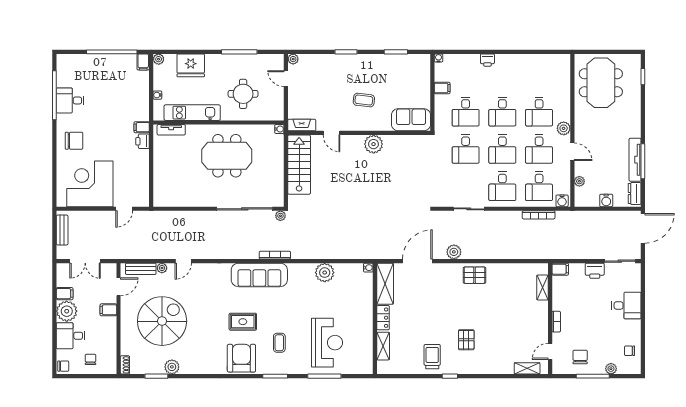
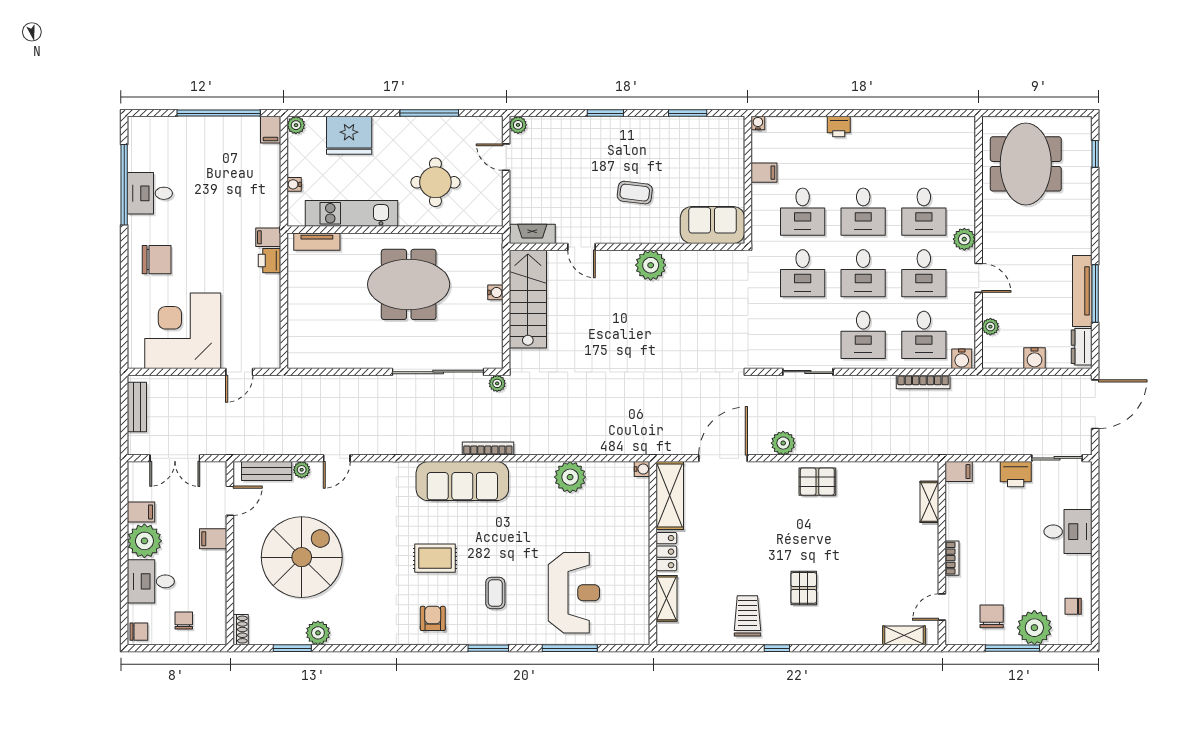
water cooler: (279, 129) -> (495, 292), moved
armchair: (241, 358) -> (433, 618), width x0.53, depth x0.53
plant: (611, 369) -> (1034, 628), width x1.87, depth x1.87

